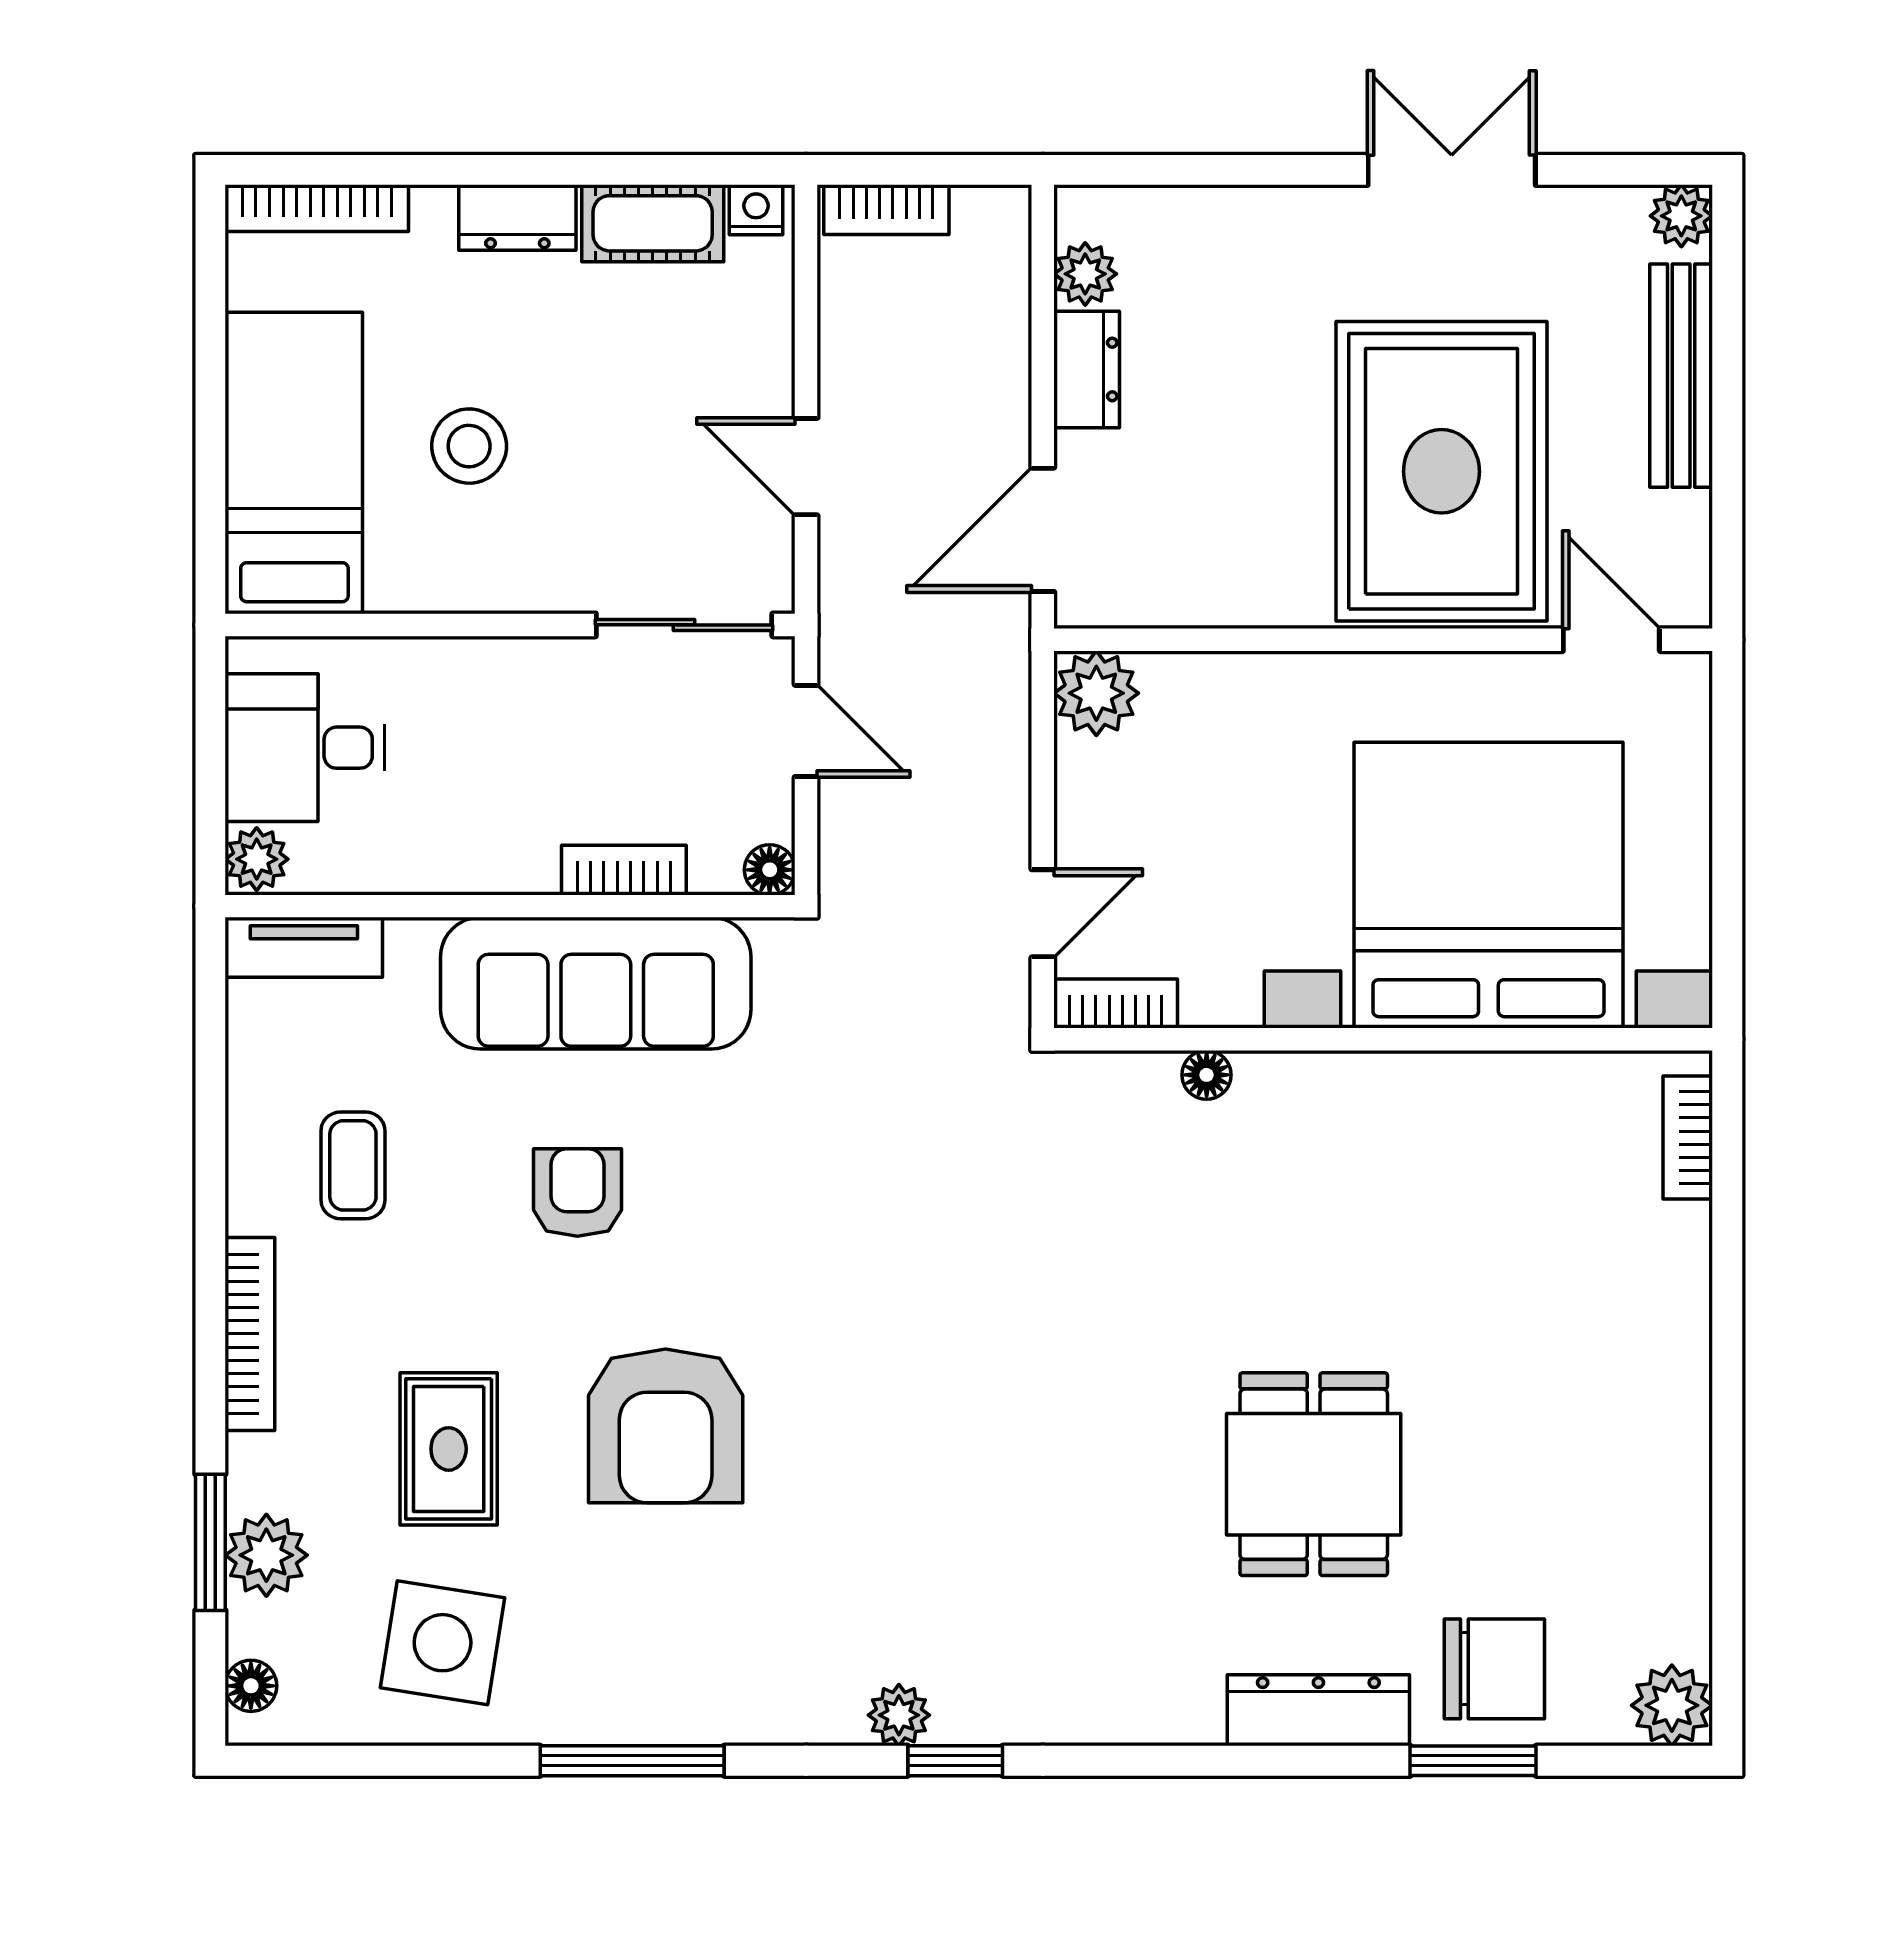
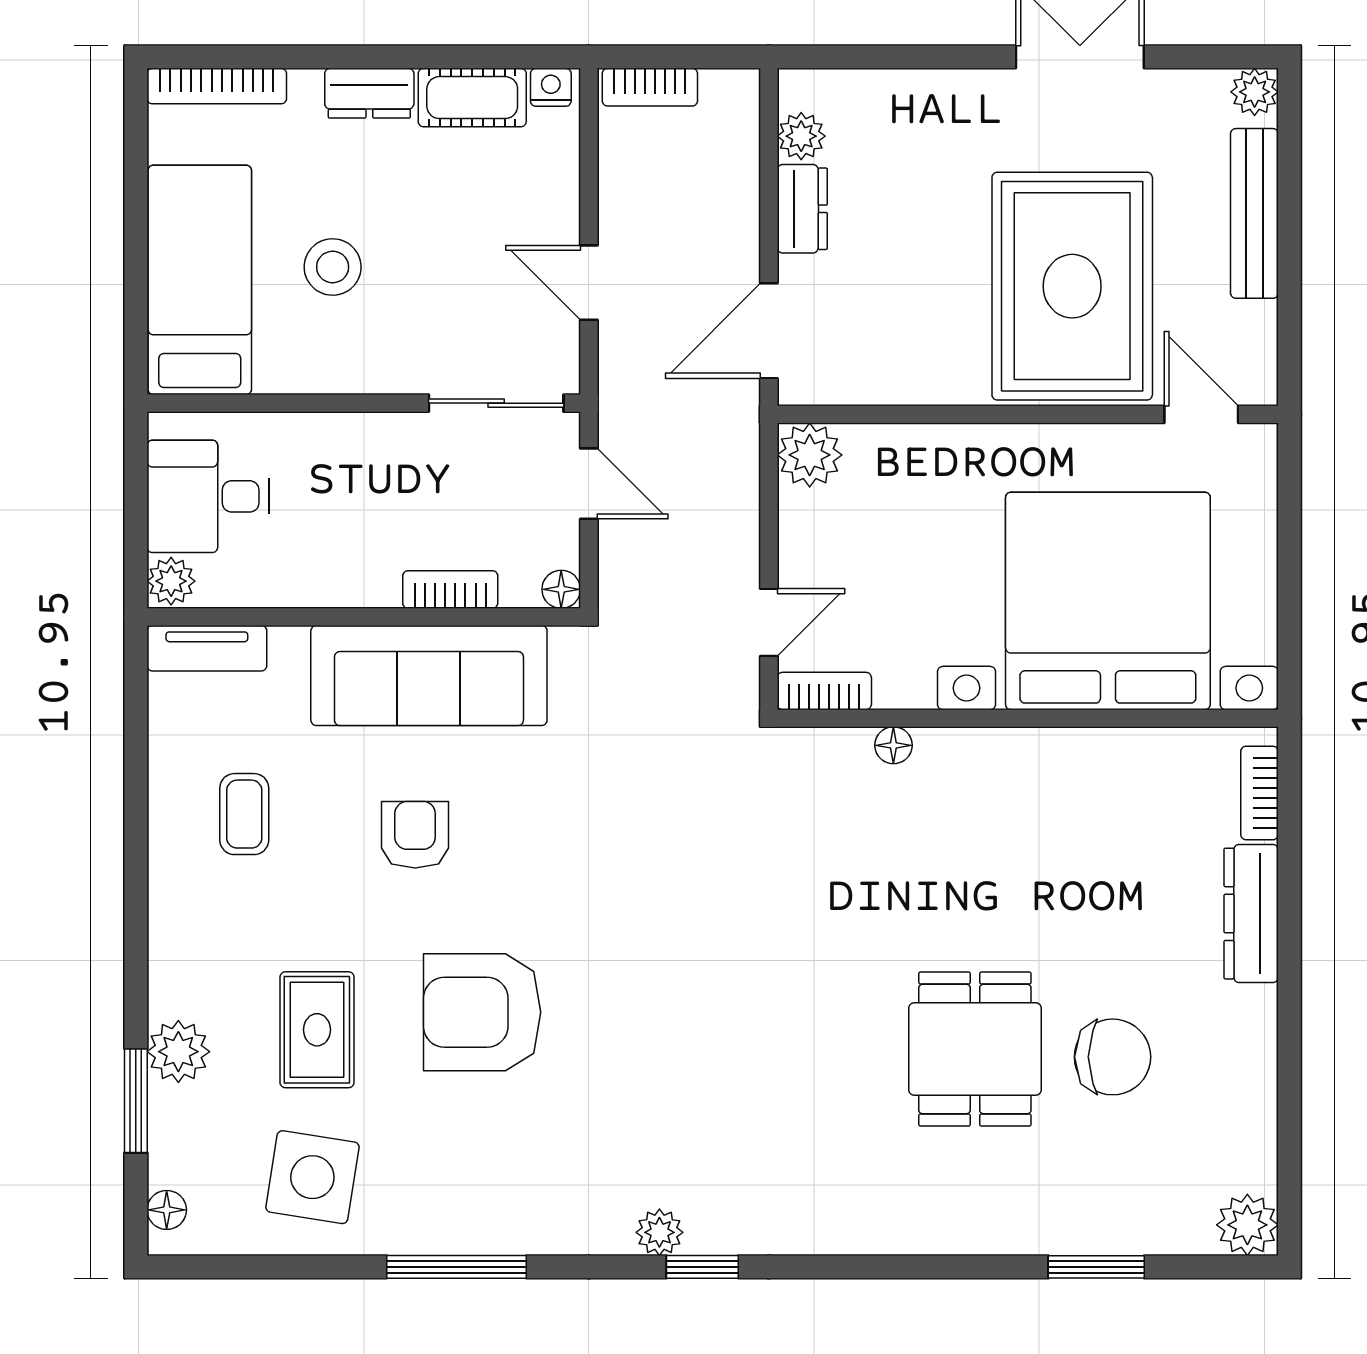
bookcase: (250, 1334) -> (166, 942), removed
armchair: (666, 1426) -> (482, 1012), turned 90
plant: (266, 1555) -> (178, 1052), moved
chair: (1494, 1669) -> (1113, 1057), moved
dresser: (1318, 1710) -> (1251, 914), moved, turned -90

